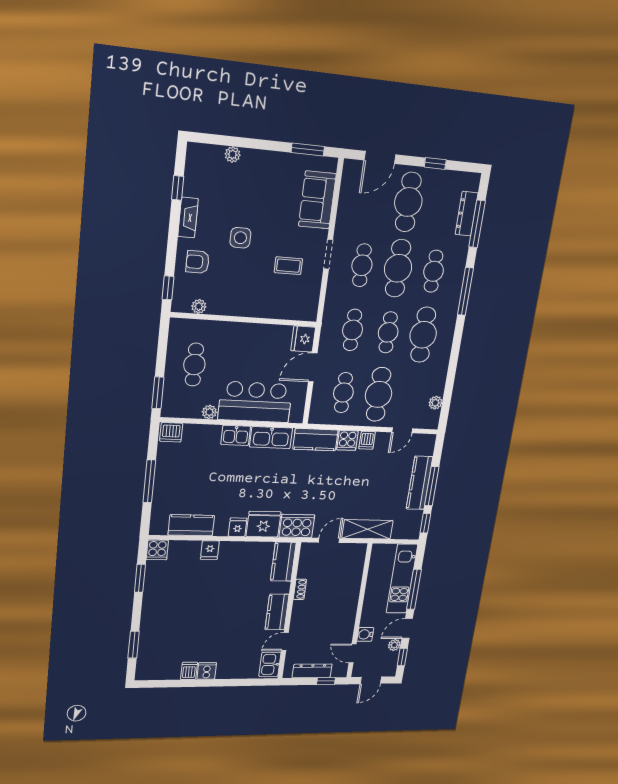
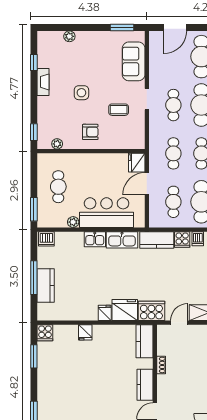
armchair: (198, 262) -> (90, 132), moved, turned 180
kitchen counter: (191, 525) -> (46, 285), moved, turned 90

